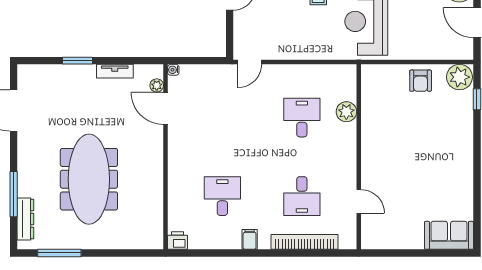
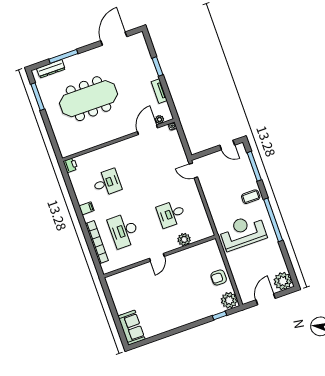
desk: (302, 118) -> (171, 214), turned 180
desk: (302, 196) -> (124, 231), width x1.37
door: (359, 201) -> (157, 257), moved

